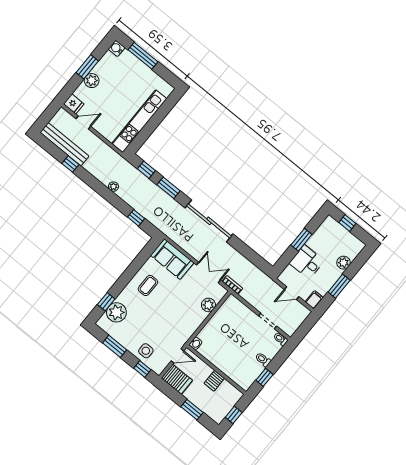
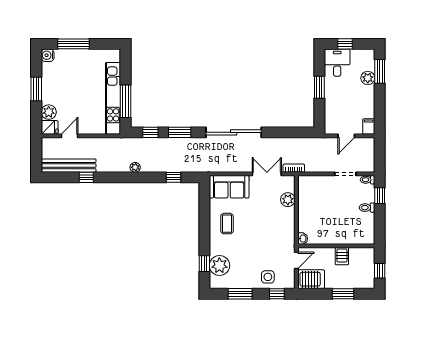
plant: (92, 81) -> (49, 112), moved
window: (147, 131) -> (125, 101), added
desk: (307, 262) -> (337, 63), moved, turned 90
window: (339, 286) -> (380, 71), moved
window: (264, 377) -> (380, 196), moved

